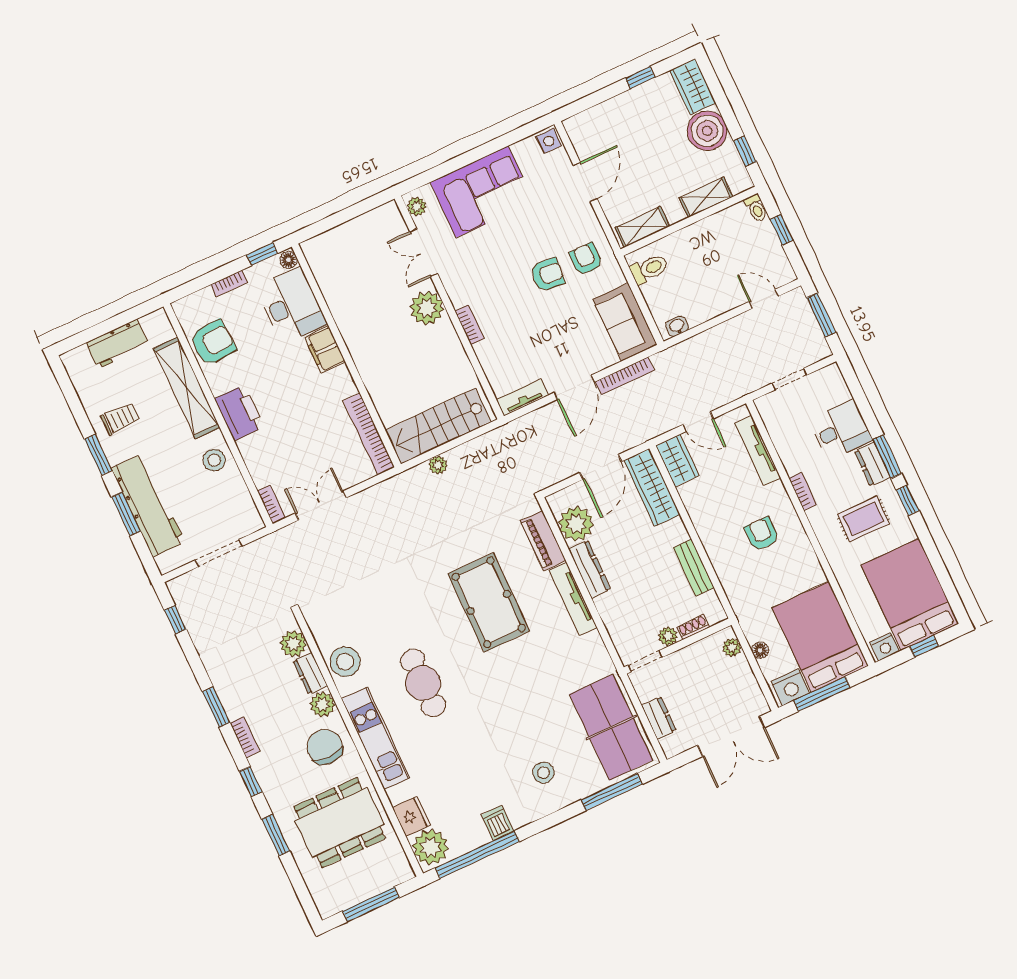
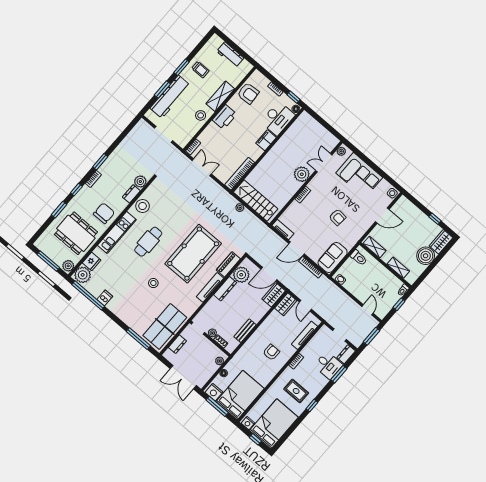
window: (745, 151) -> (424, 275), removed
armchair: (586, 259) -> (351, 230), removed
shelving: (187, 388) -> (220, 96), width x0.68
window: (887, 457) -> (339, 374), moved
dresser: (872, 464) -> (346, 354), moved
wardrobe: (652, 487) -> (274, 295), width x0.67
pool table: (489, 602) -> (193, 254), width x1.36, depth x1.32
window: (175, 620) -> (128, 129), removed
plant: (322, 704) -> (68, 266), moved
stool: (543, 773) -> (153, 283), moved

